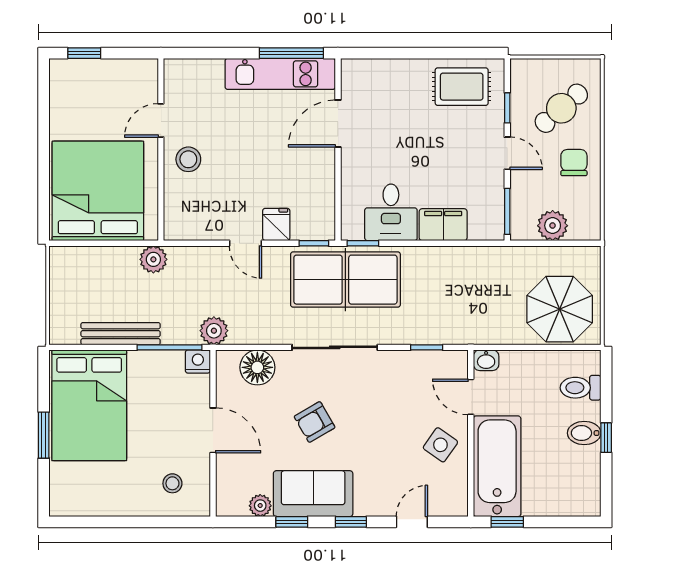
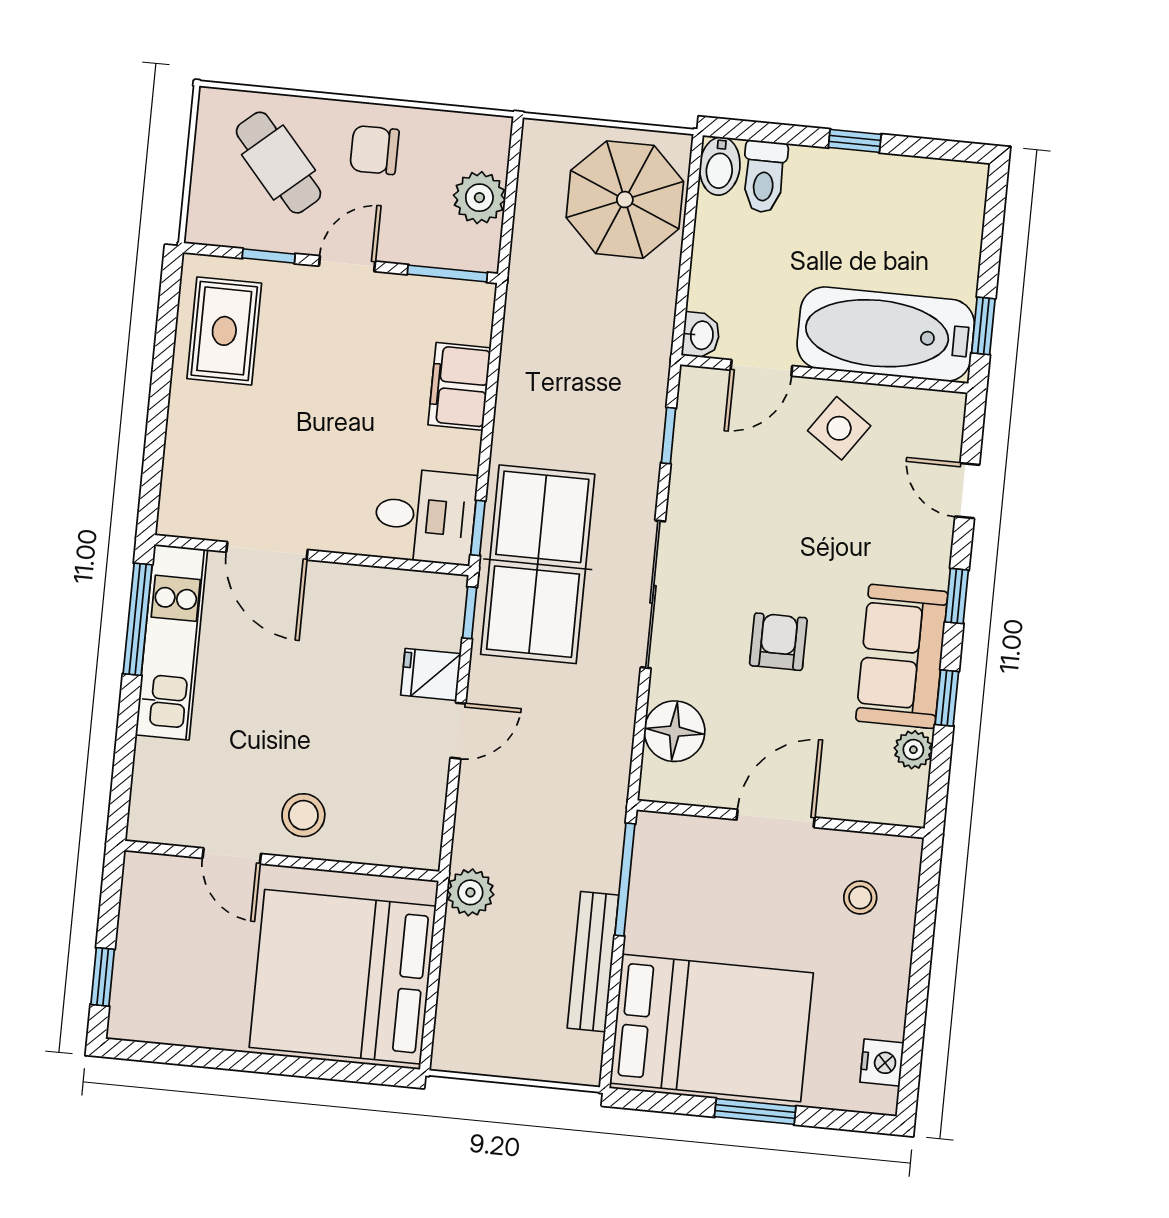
desk: (391, 212) -> (425, 516), moved
plant: (214, 331) -> (604, 800), removed
nightstand: (198, 362) -> (882, 1063), moved, turned 180
armchair: (315, 422) -> (778, 642), turned -150
bidet: (584, 433) -> (720, 166), moved

